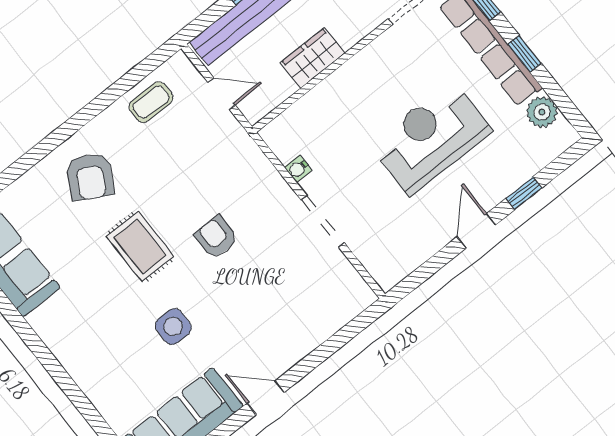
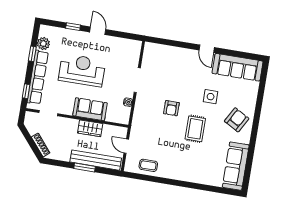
window: (525, 54) -> (32, 54), moved
sofa: (347, 89) -> (90, 109), added
reception desk: (431, 138) -> (82, 70), turned 180
armchair: (90, 177) -> (237, 120), moved
door: (476, 231) -> (98, 31), swing flipped

